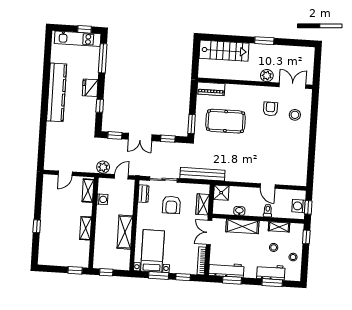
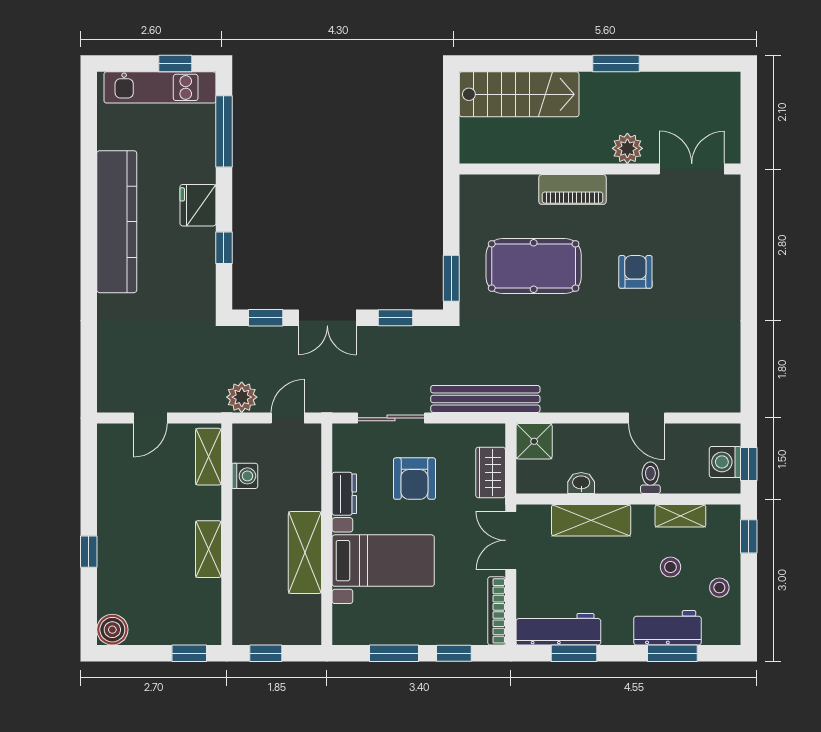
piano: (211, 89) -> (572, 189), moved
armchair: (270, 109) -> (635, 272), moved
stool: (295, 115) -> (702, 240), removed
dresser: (143, 194) -> (344, 494), moved
bed with nightstands: (153, 251) -> (383, 561), moved, turned 90
boiler: (44, 259) -> (112, 630), added

